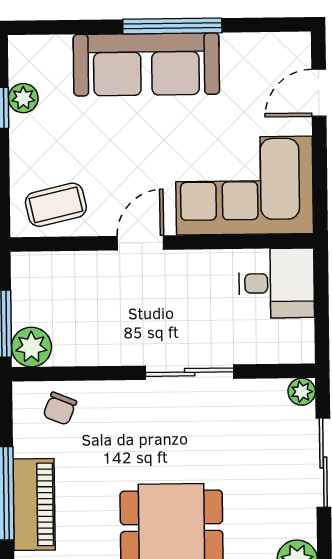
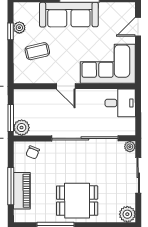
coffee table: (56, 205) -> (37, 51), moved
door: (140, 243) -> (66, 86), swing flipped
sliding door: (190, 372) -> (85, 138), width x1.86

